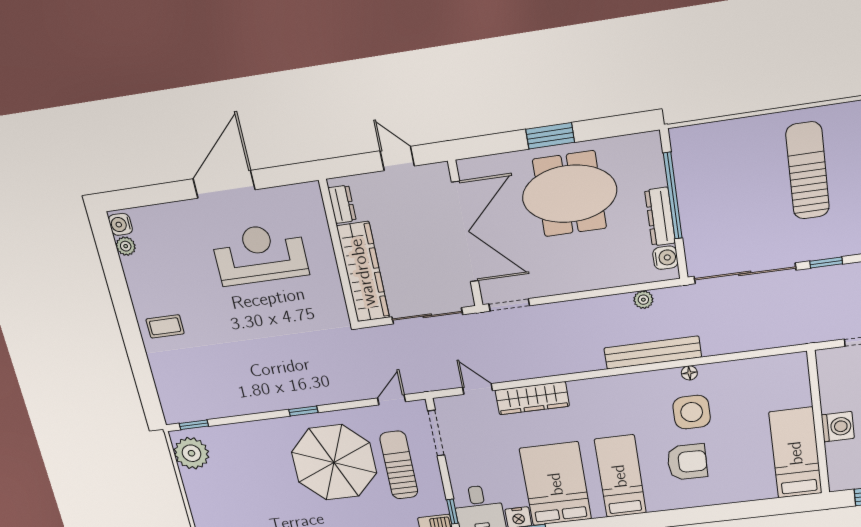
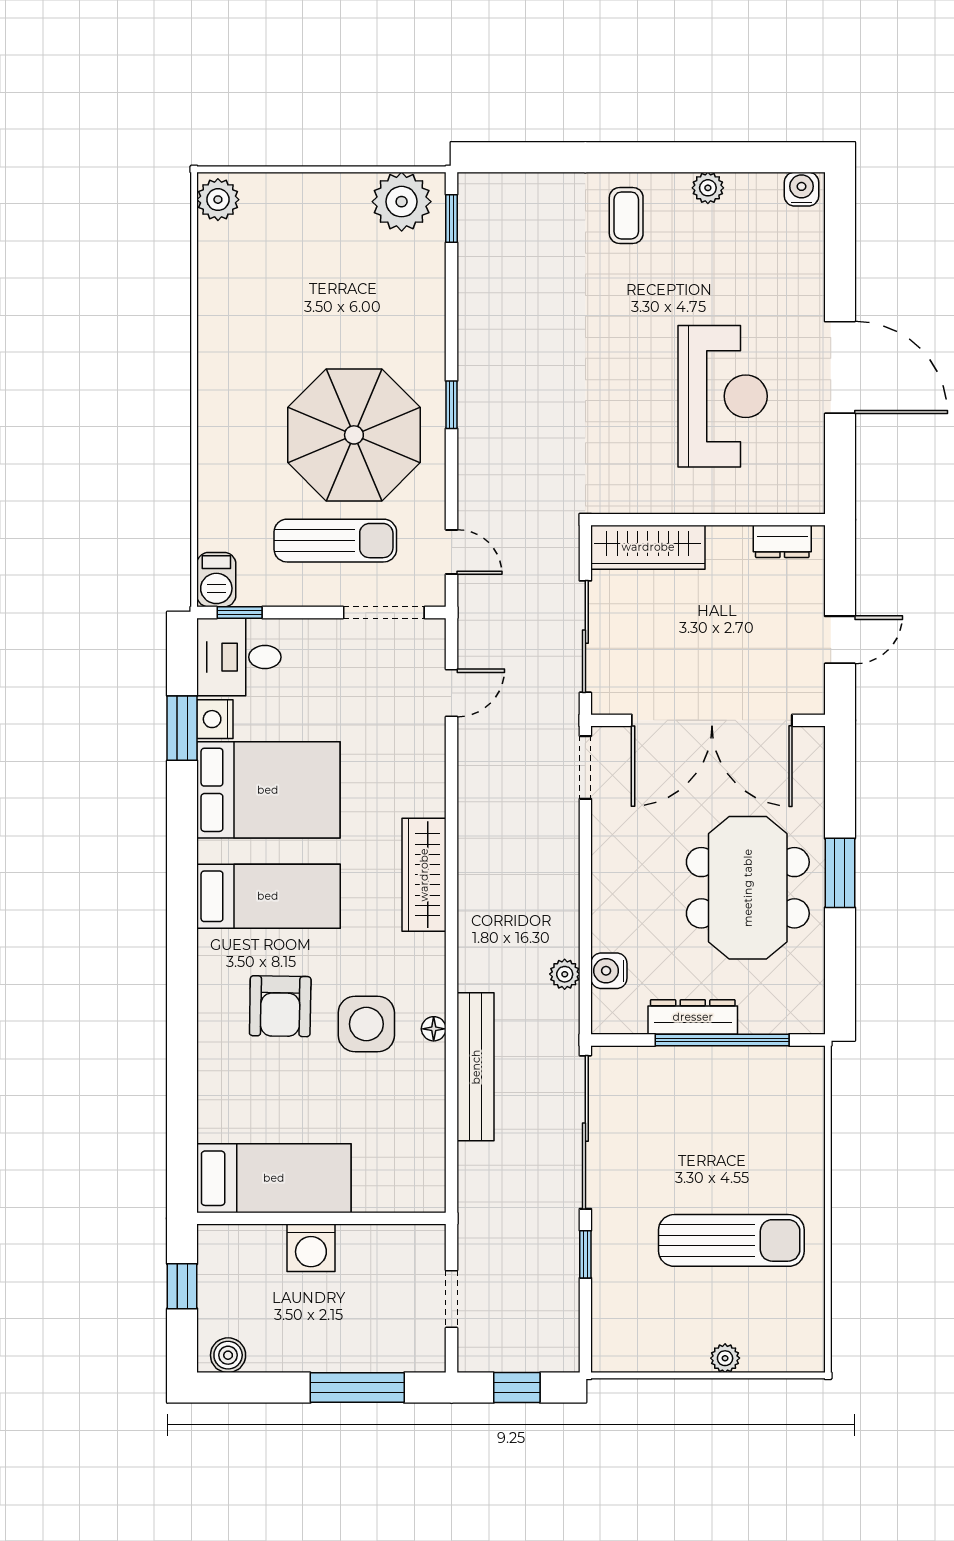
plant: (126, 246) -> (708, 188), moved
water cooler: (665, 258) -> (609, 971), moved, turned 90
wardrobe: (363, 272) -> (648, 547), width x0.71, depth x0.85
bench: (653, 353) -> (476, 1067), moved
wardrobe: (532, 398) -> (424, 875), moved

